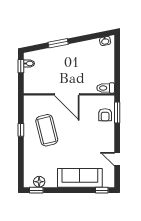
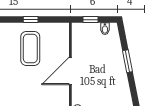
window: (21, 66) -> (90, 20), moved
coffee table: (47, 130) -> (30, 48), turned -76

